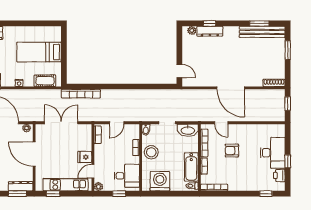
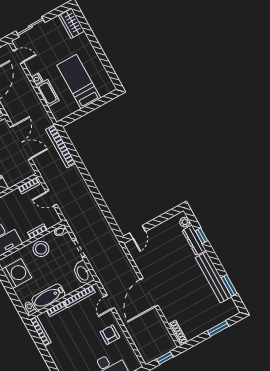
bench: (262, 32) -> (213, 277), moved
cot: (45, 81) -> (48, 93), moved
armchair: (232, 150) -> (110, 335), moved

